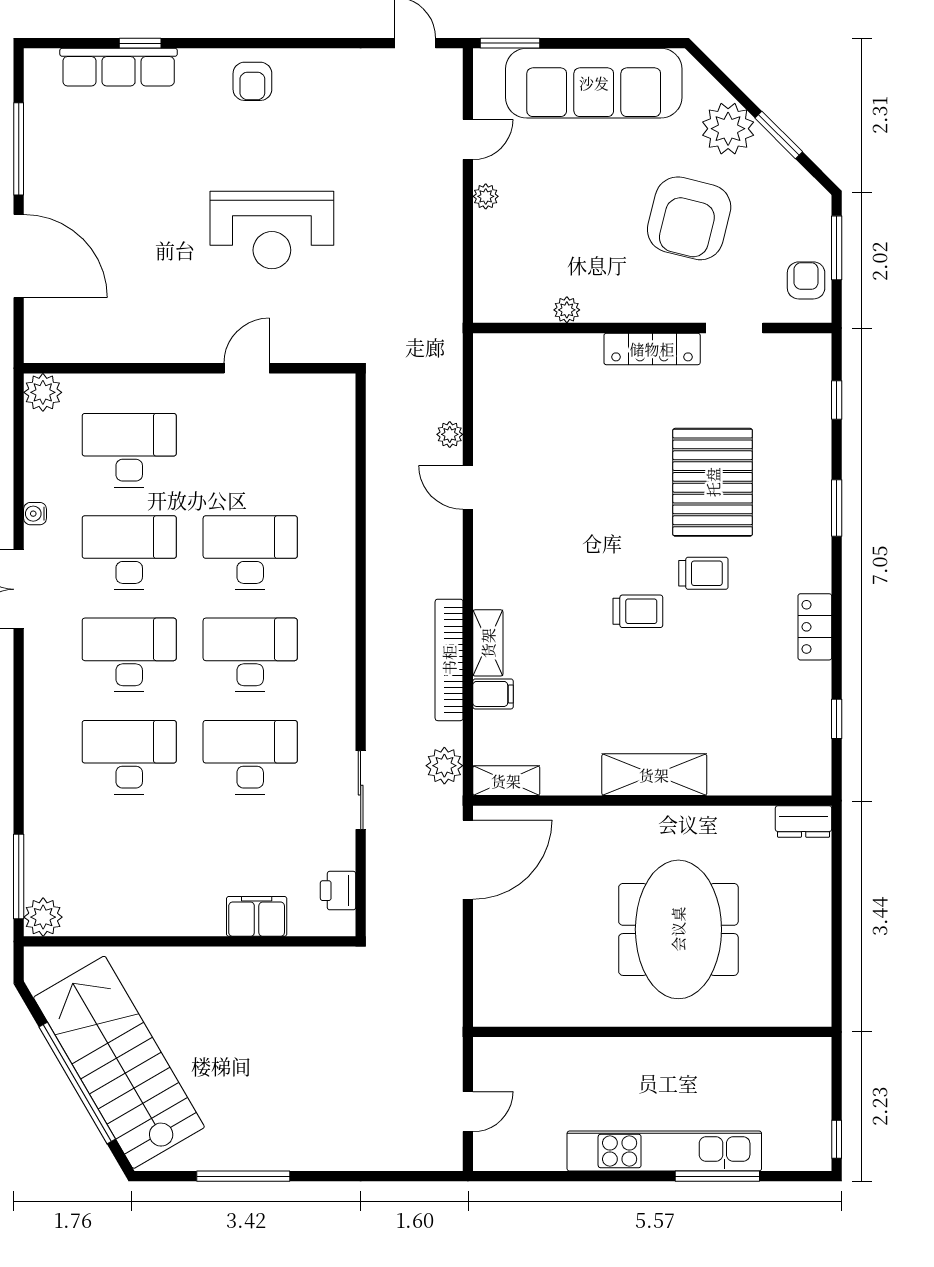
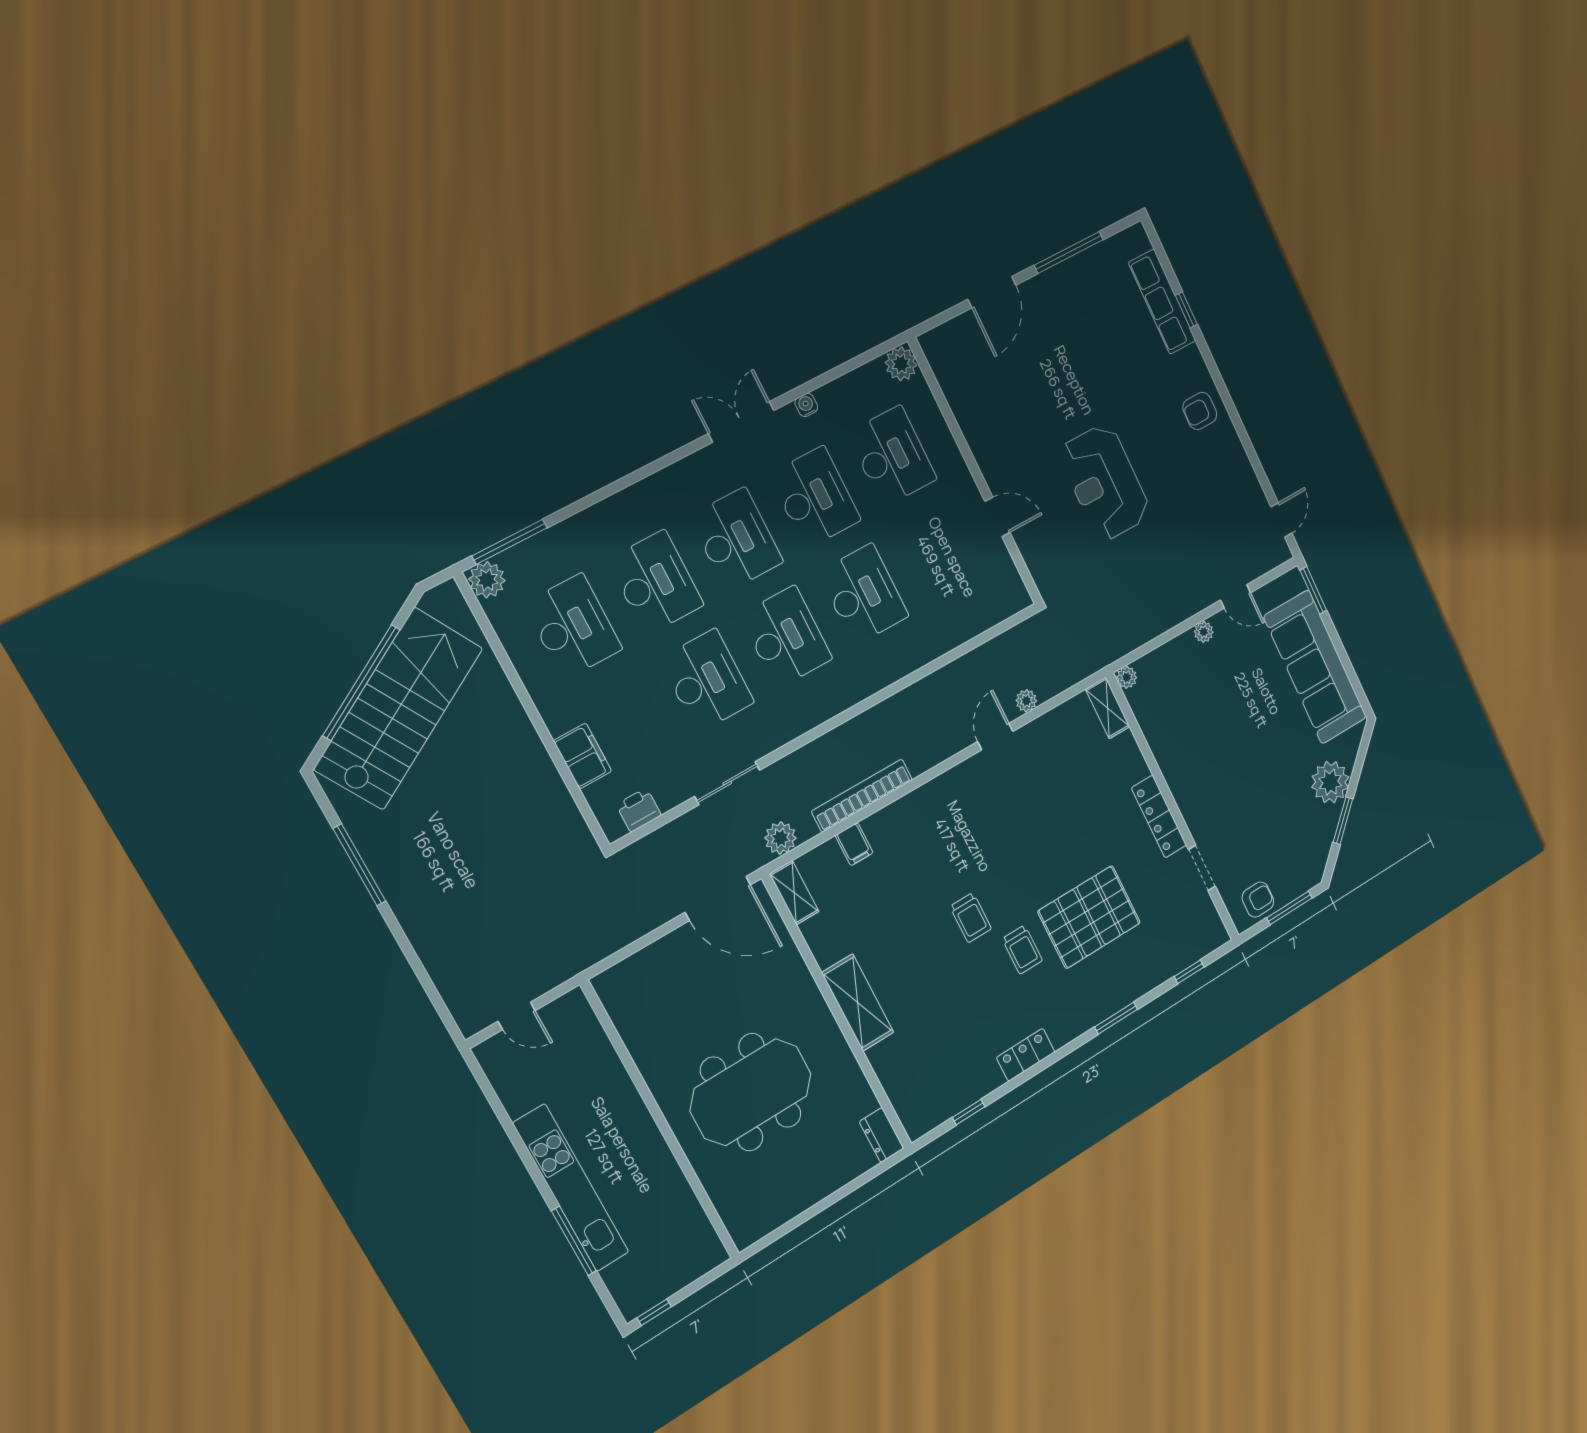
armchair: (689, 218) -> (1259, 790), removed
door: (19, 256) -> (992, 292), width x0.73
plant: (567, 310) -> (1127, 677), moved
shelving: (488, 643) -> (1108, 708), moved, turned 90
desk: (129, 859) -> (573, 627), added

